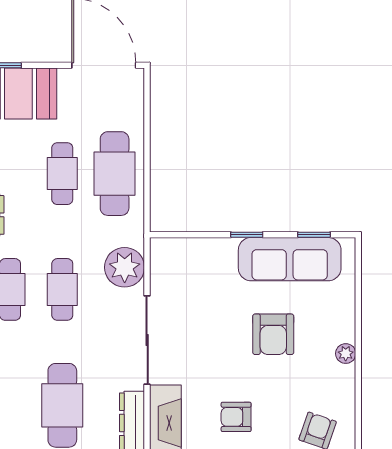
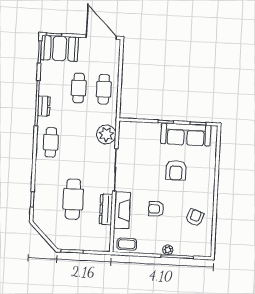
cafe table: (115, 174) -> (104, 89), width x0.73, depth x0.74
cafe table: (62, 289) -> (76, 144), removed
plant: (346, 354) -> (210, 181), removed

